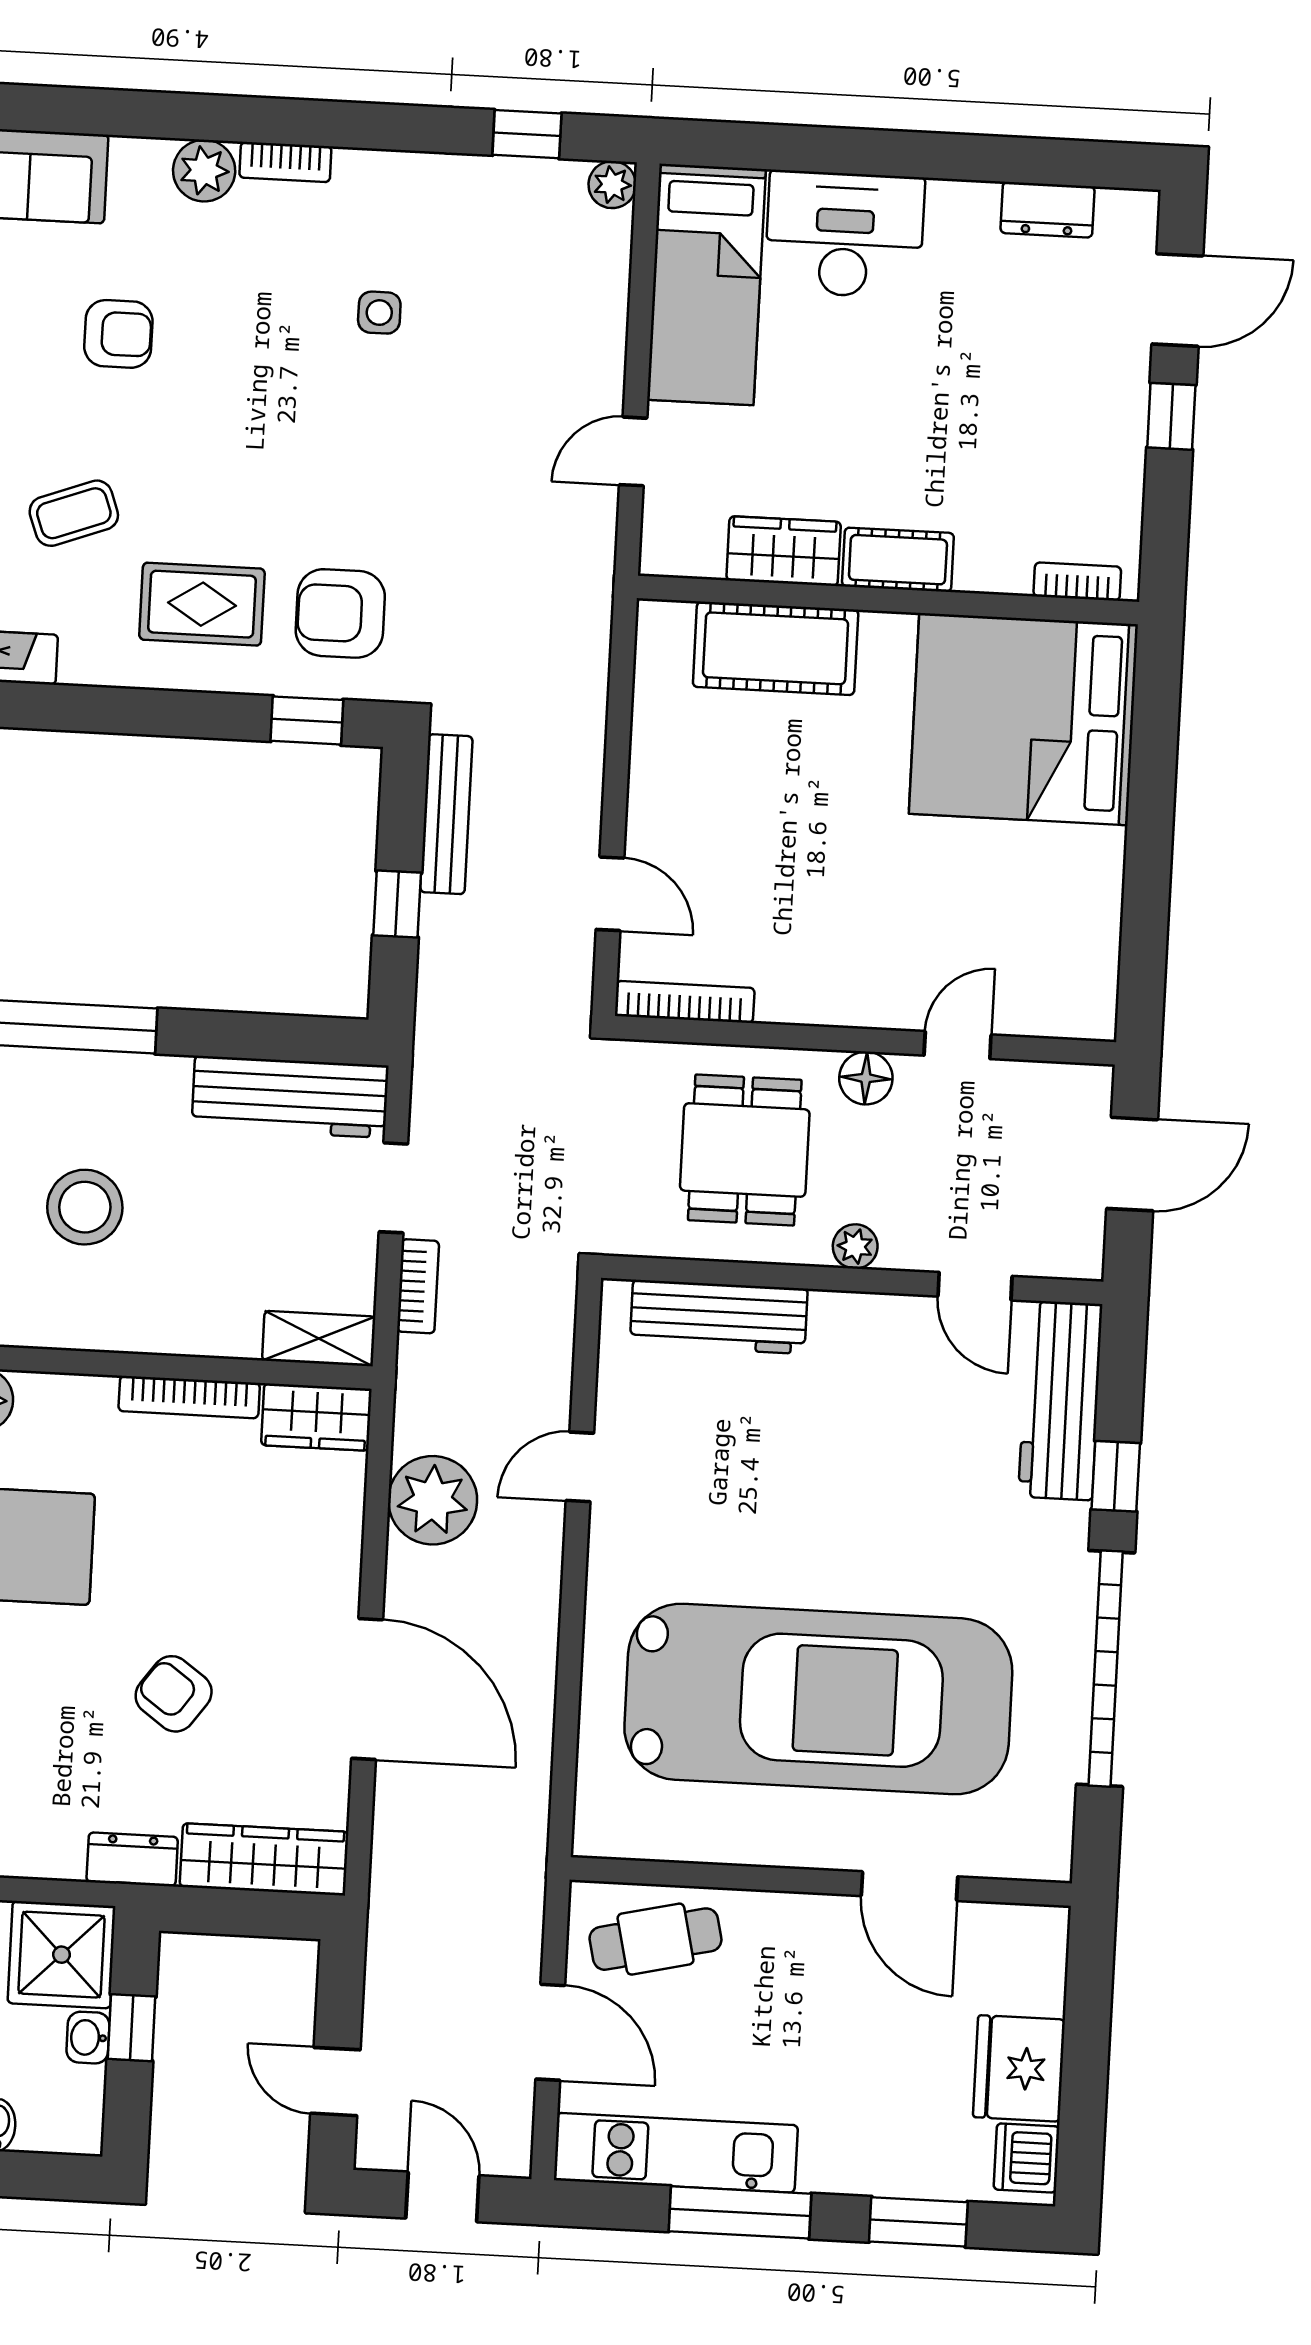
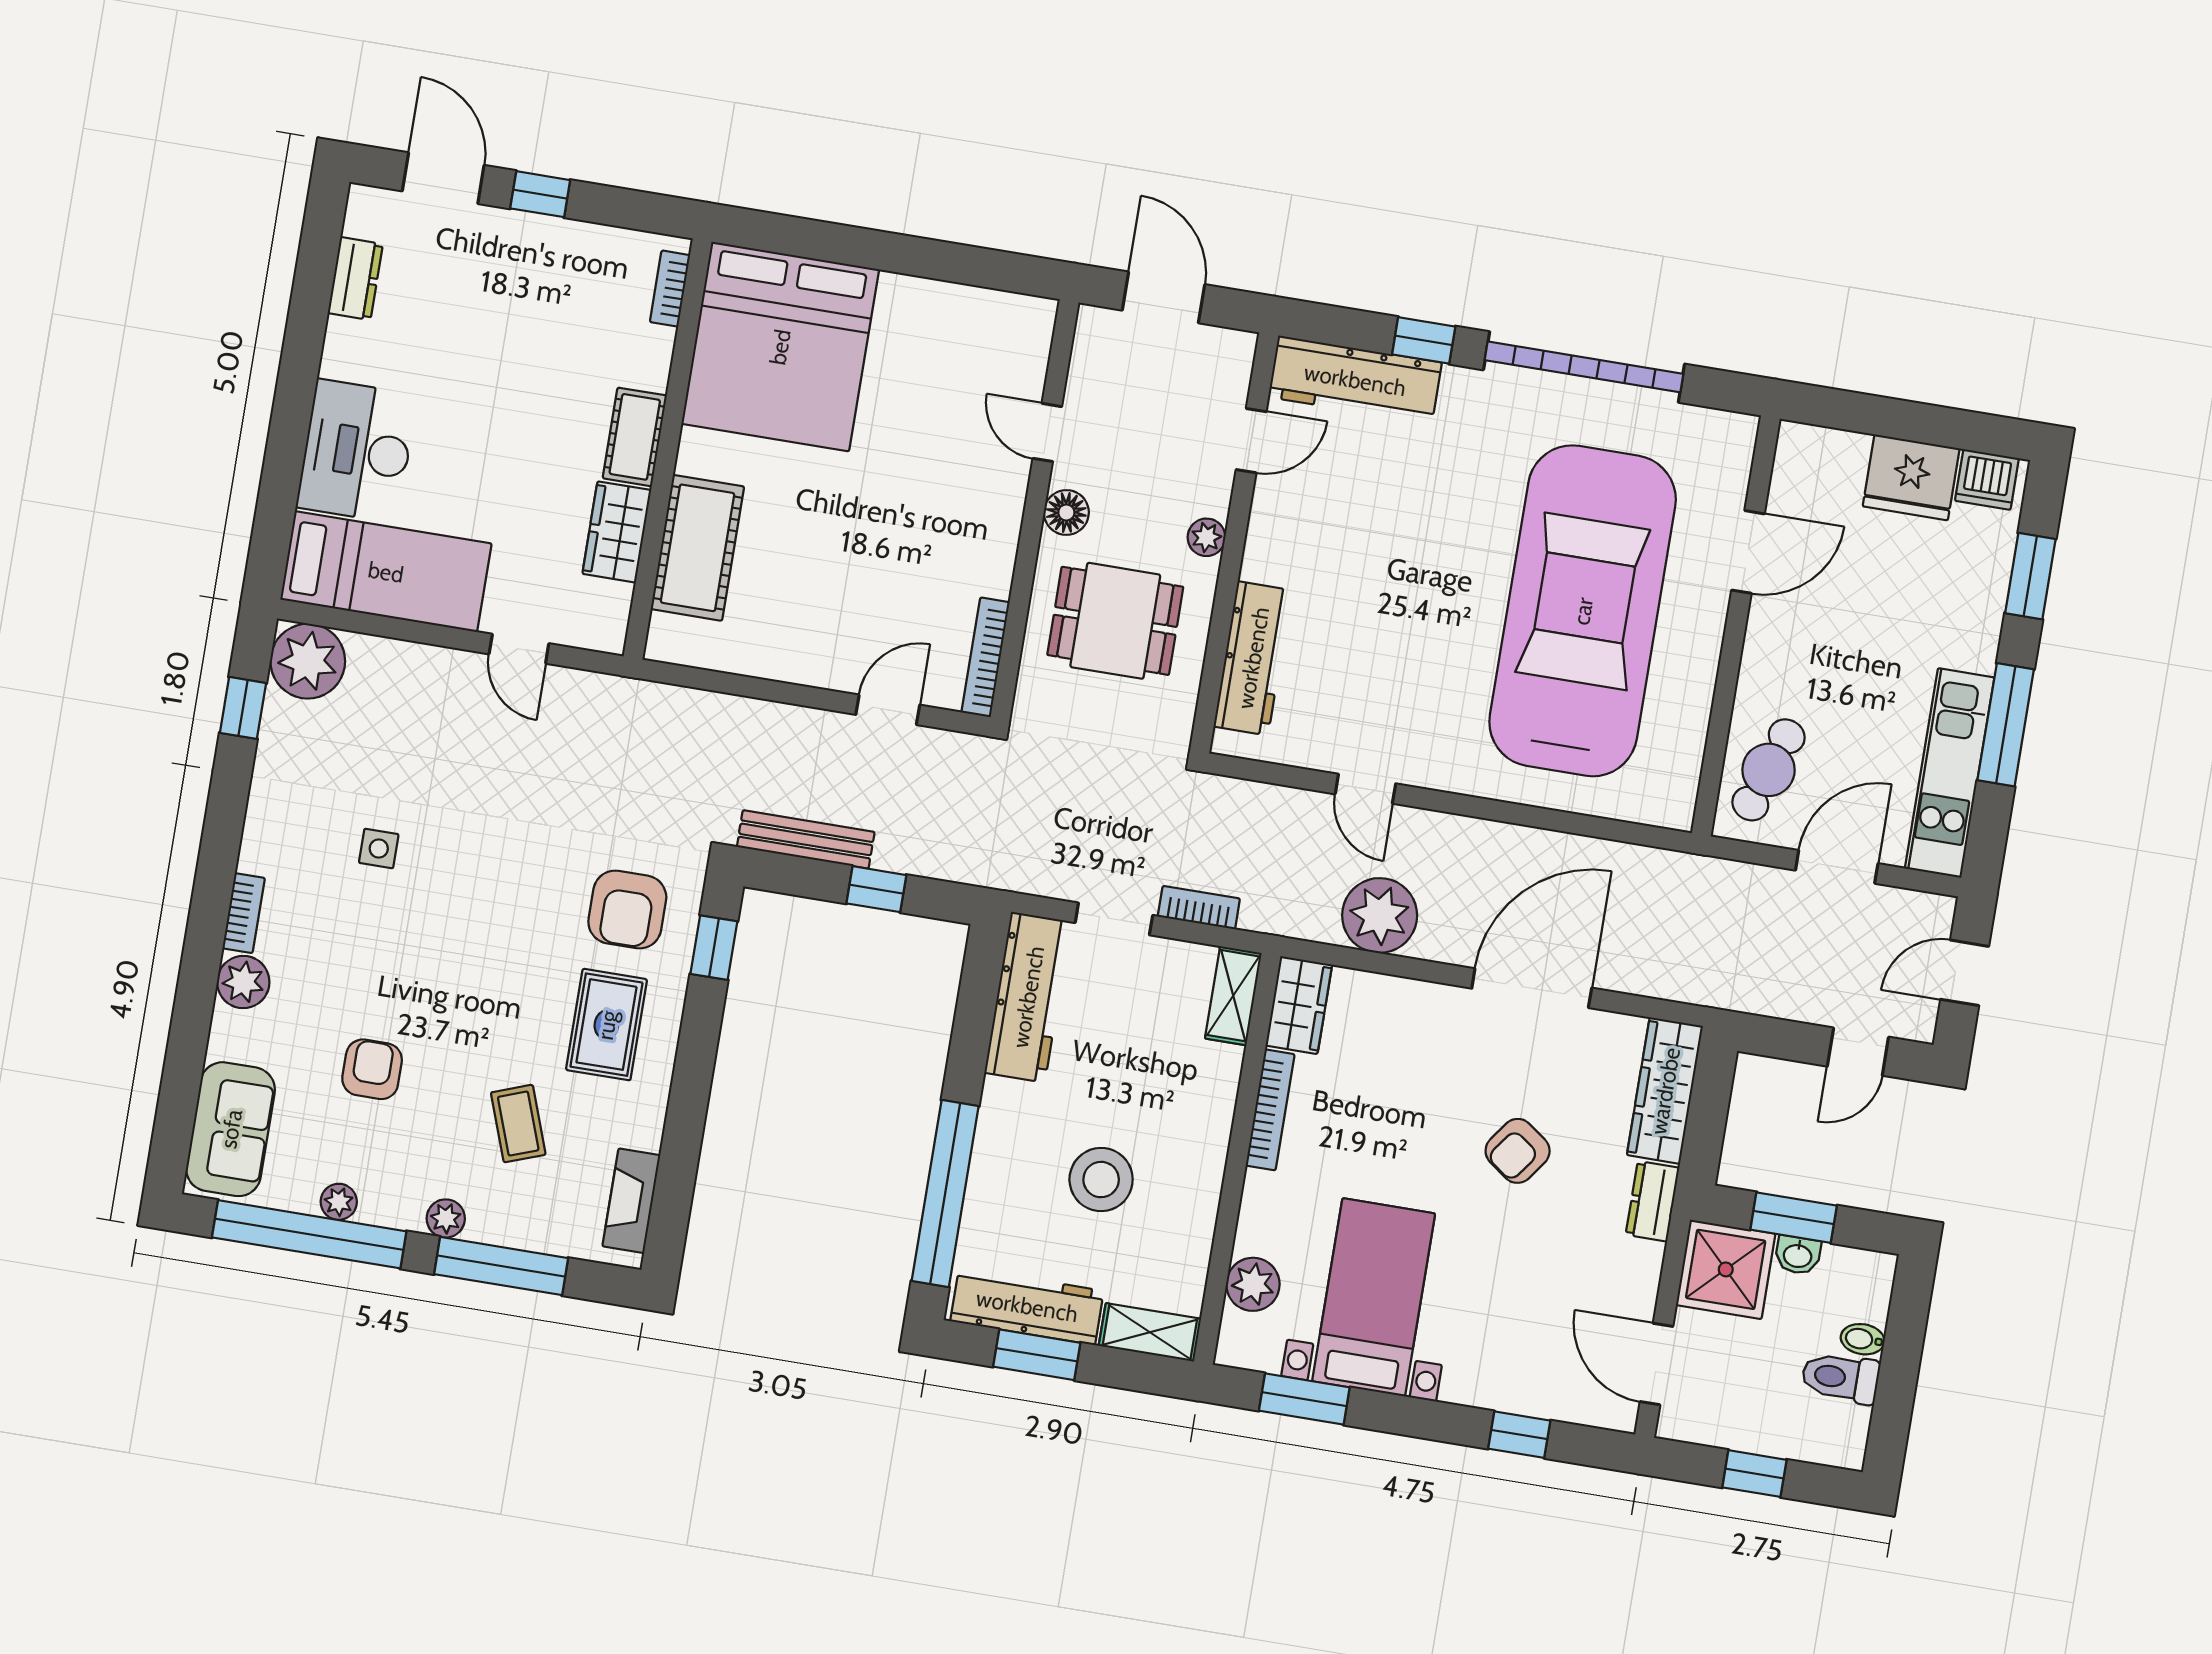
plant: (612, 185) -> (308, 661), width x1.87, depth x1.87
cafe table: (655, 1939) -> (1769, 770), turned 32
window: (132, 2028) -> (1794, 1218), width x1.50

